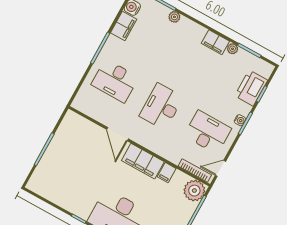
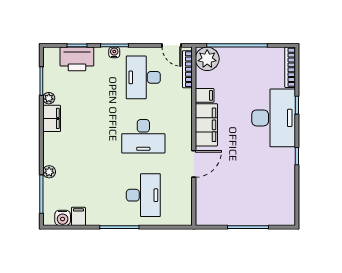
filing cabinet: (124, 26) -> (78, 216), width x0.50

